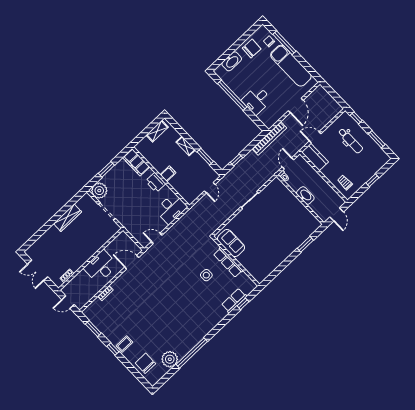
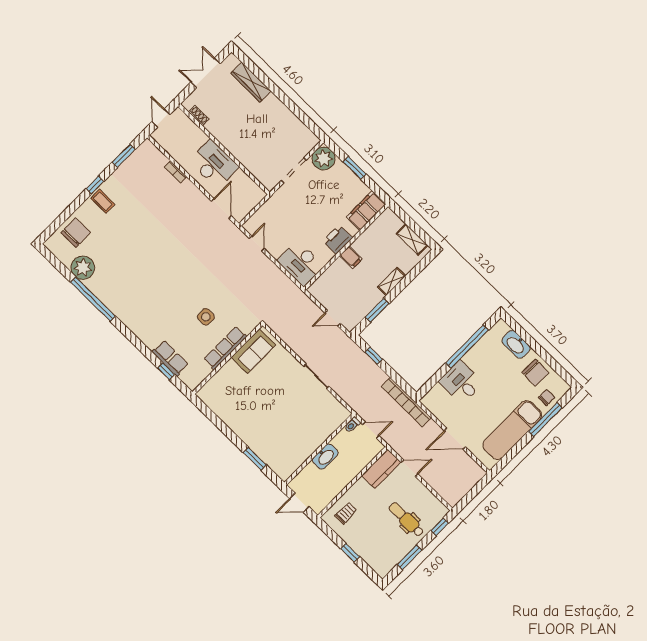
door: (315, 137) -> (410, 468), hinge flipped
dental chair: (350, 141) -> (406, 519), turned 90
wardrobe: (67, 218) -> (251, 82), moved

